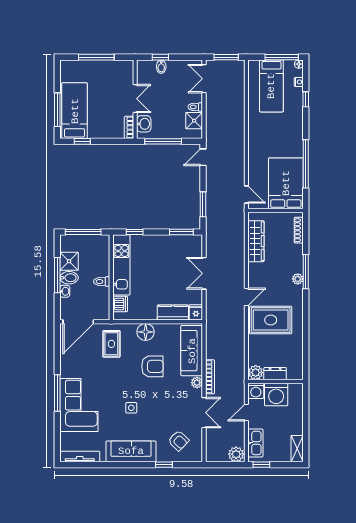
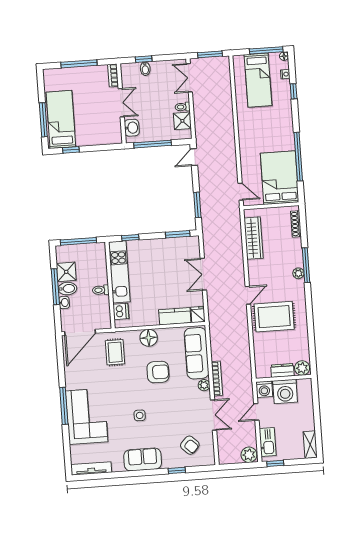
bookcase: (129, 127) -> (113, 75), moved
plant: (256, 373) -> (302, 368), moved
sofa: (131, 451) -> (143, 459), width x0.73

